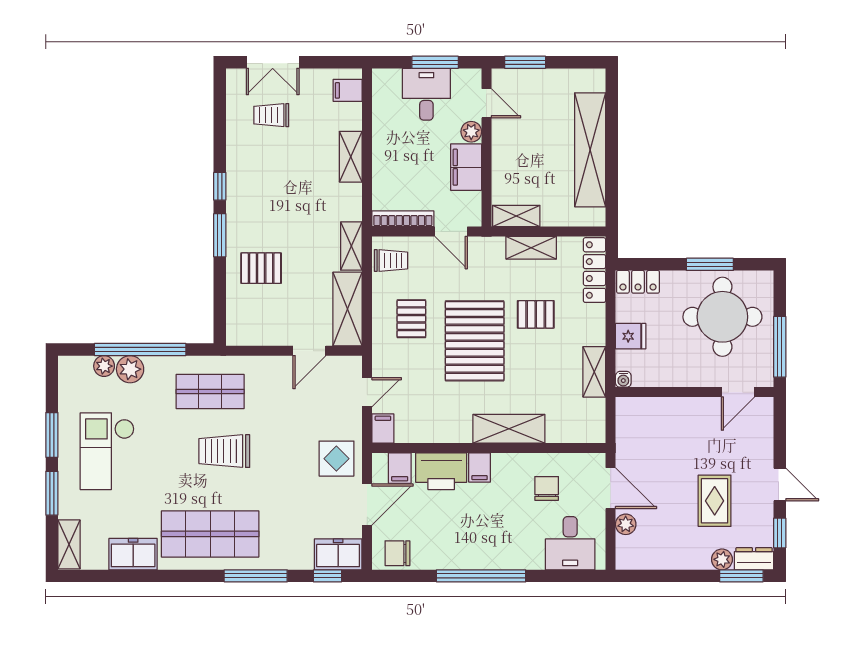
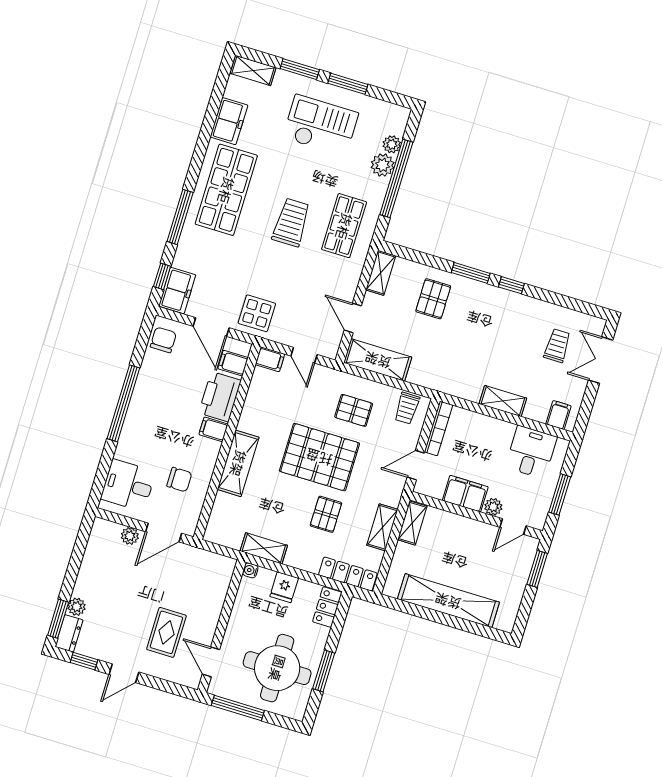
desk: (426, 94) -> (531, 452), moved, turned -90
shelving: (351, 246) -> (381, 273), moved, turned 90
rug: (715, 501) -> (166, 632), moved, turned 90

